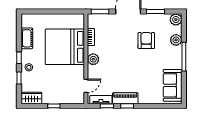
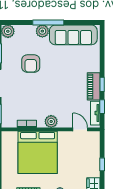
plant: (176, 40) -> (42, 31), moved
armchair: (146, 41) -> (31, 64), turned -90
sofa: (173, 85) -> (73, 35), width x1.36

